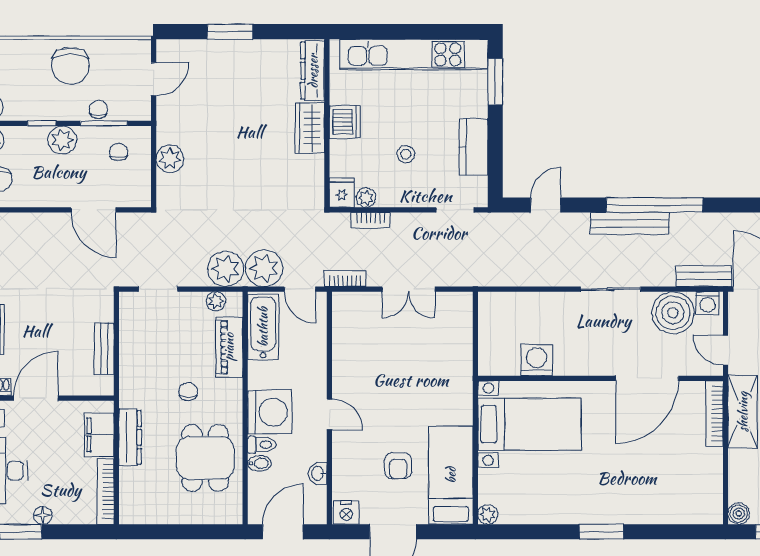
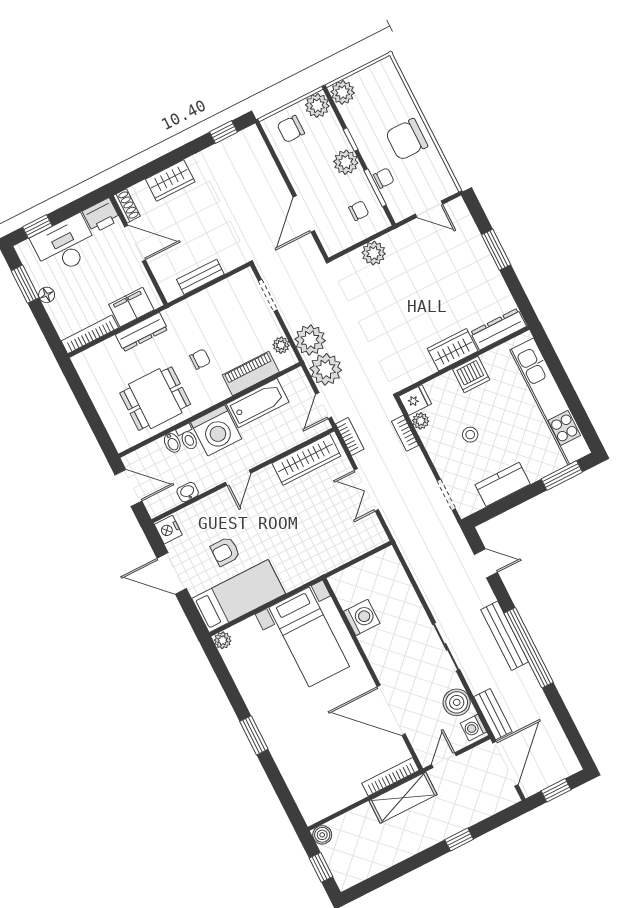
boiler: (673, 313) -> (457, 702), width x0.73, depth x0.73
bathtub: (263, 327) -> (258, 403), moved
wardrobe: (346, 335) -> (306, 460), added

